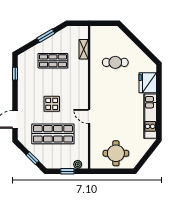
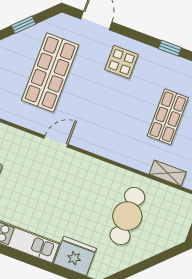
cafe table: (115, 62) -> (127, 216), width x1.37, depth x1.35
display table: (52, 104) -> (122, 62), moved

